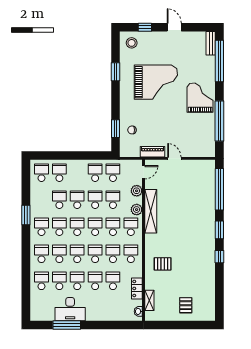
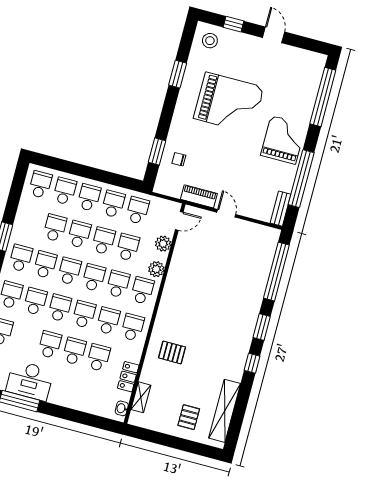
bench: (211, 43) -> (280, 209), moved
shelving: (151, 211) -> (225, 411), moved
school desk: (59, 281) -> (89, 198), moved

